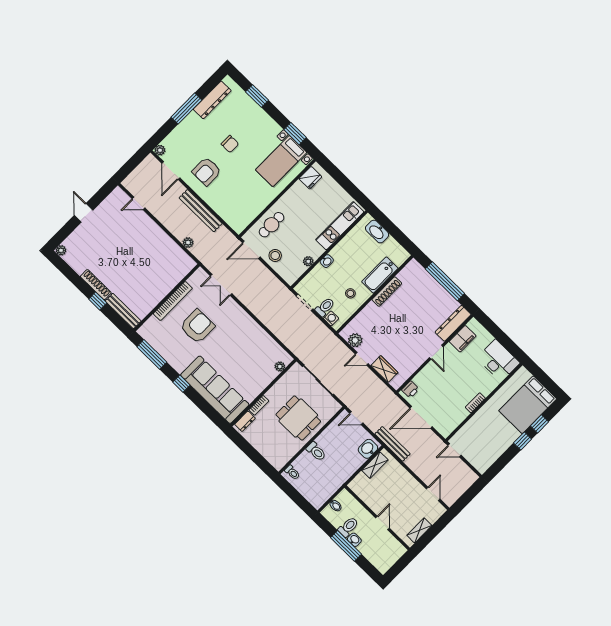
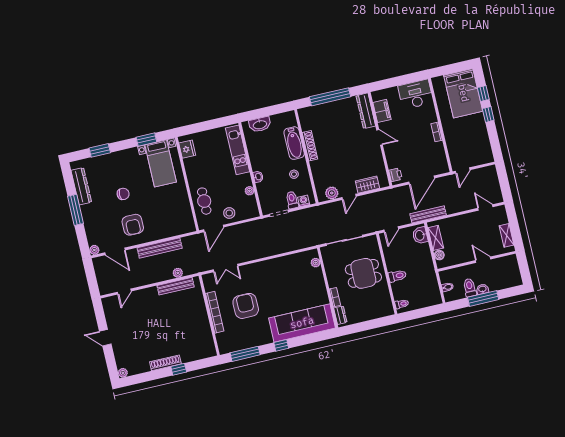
bench: (123, 311) -> (176, 286), moved
boiler: (361, 479) -> (439, 255), added

